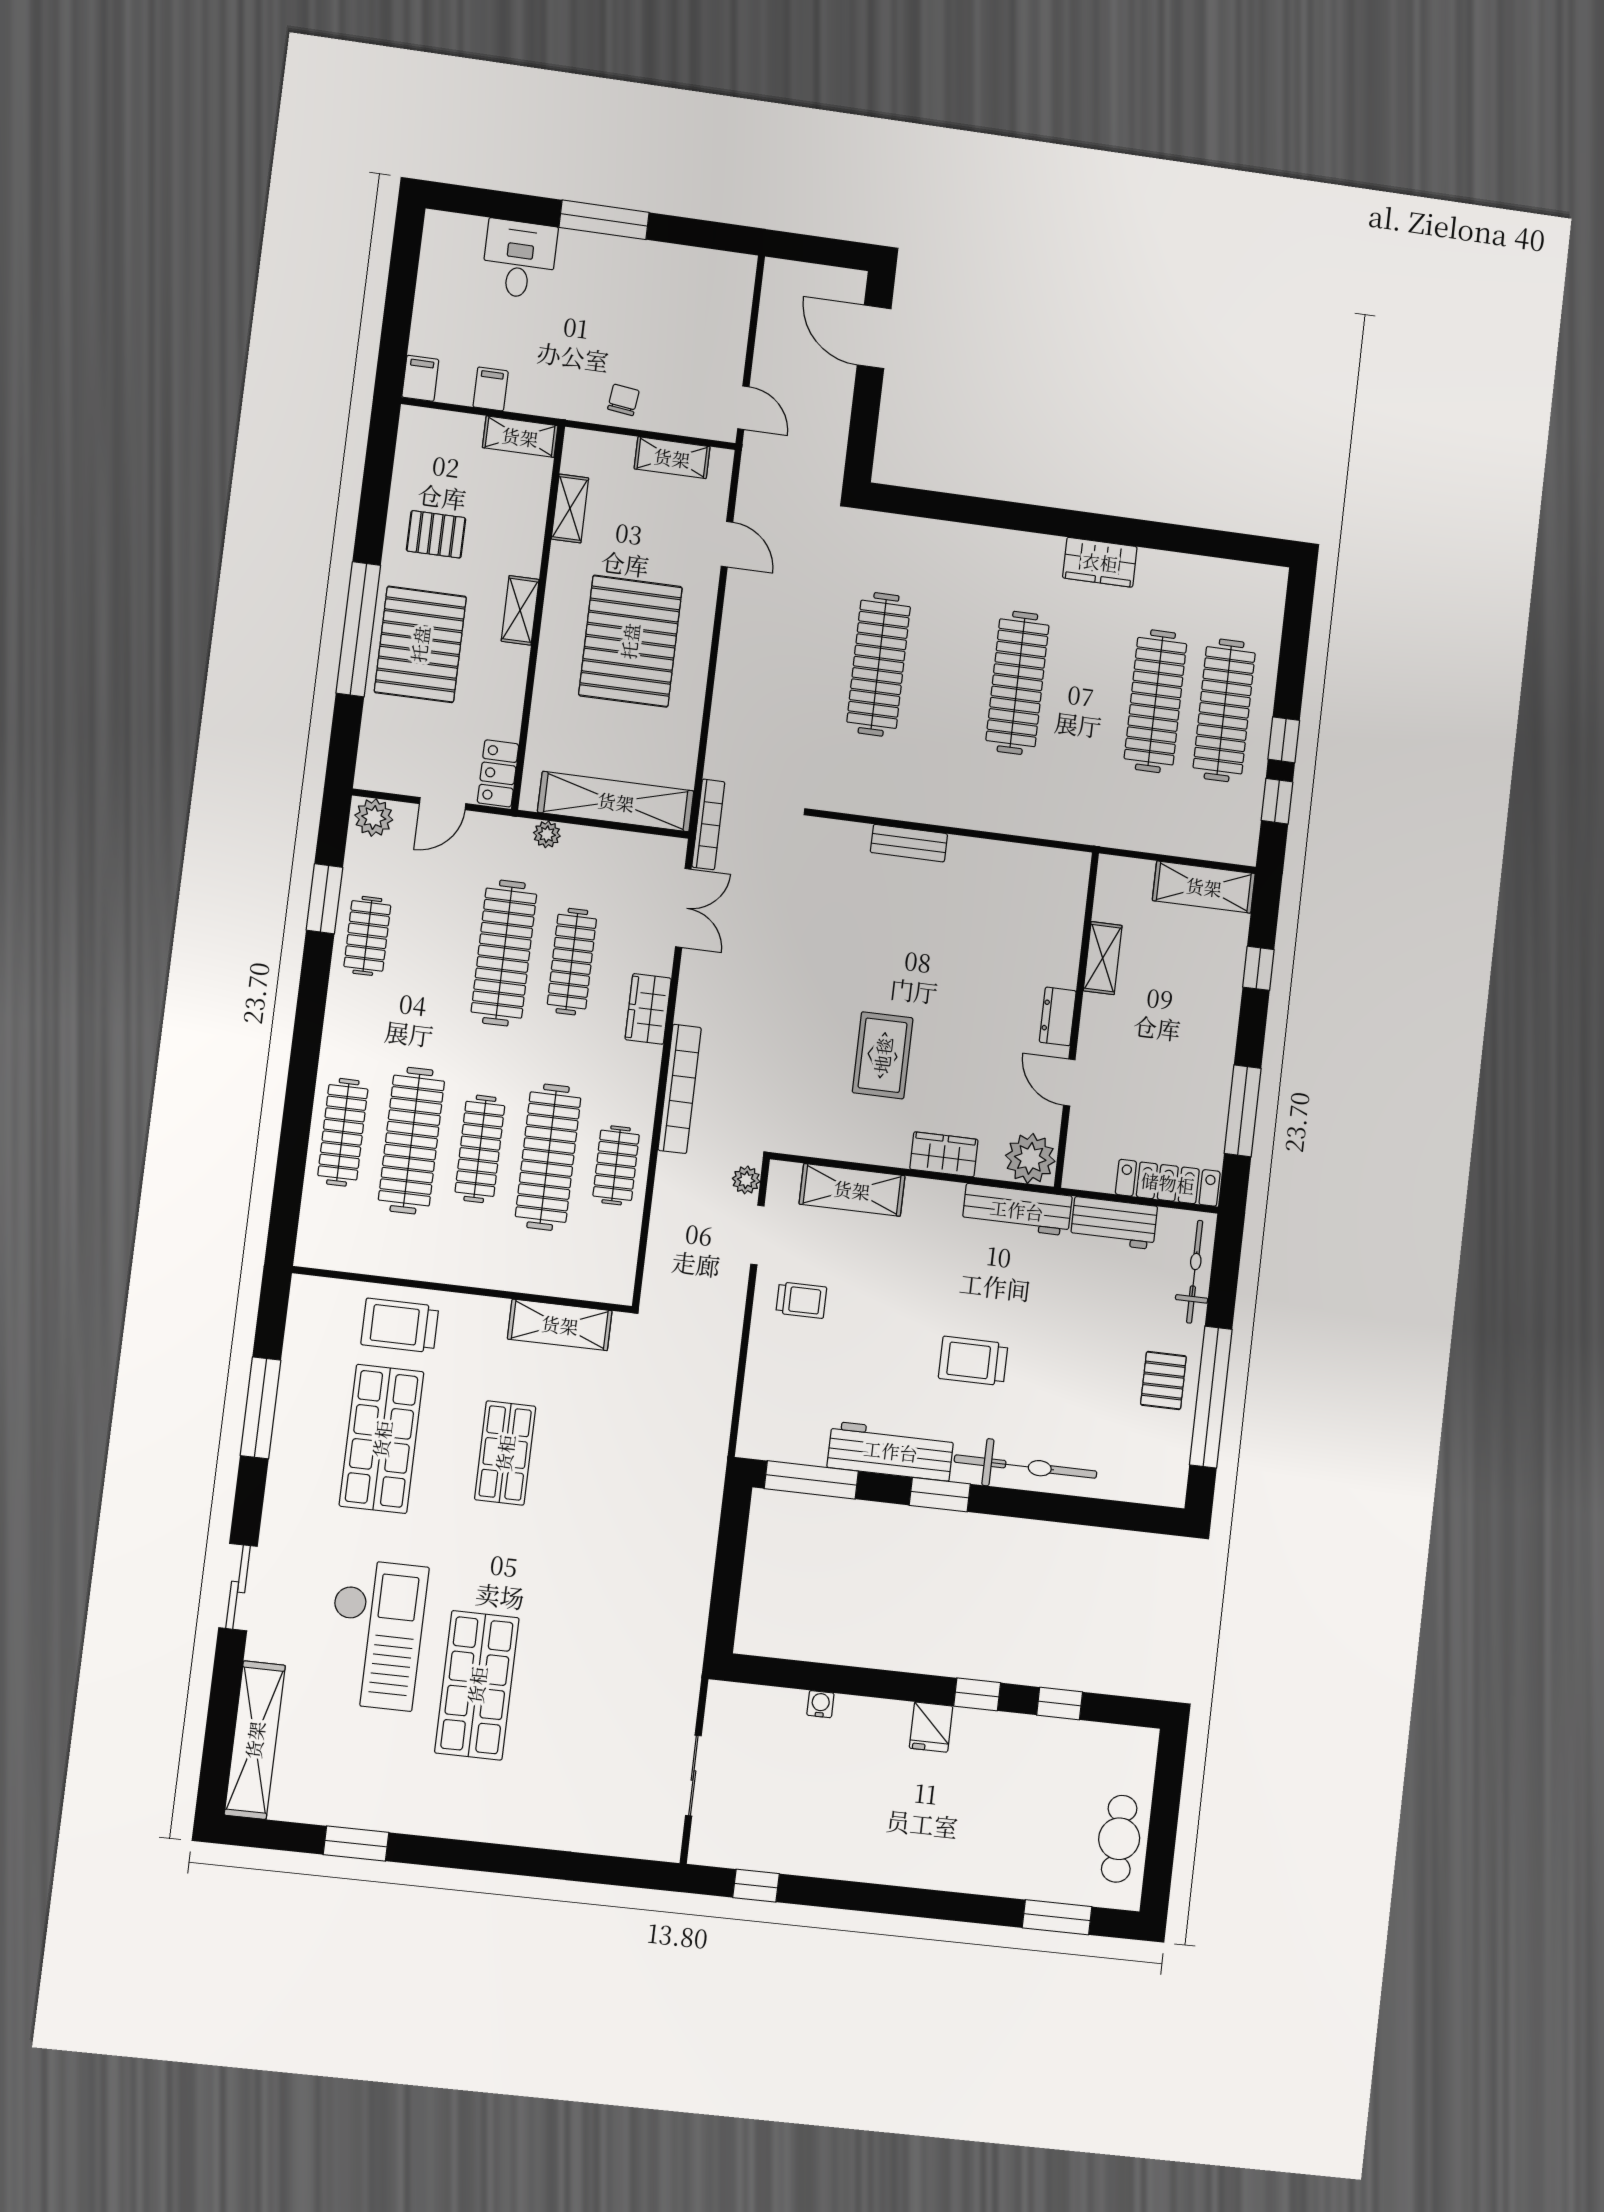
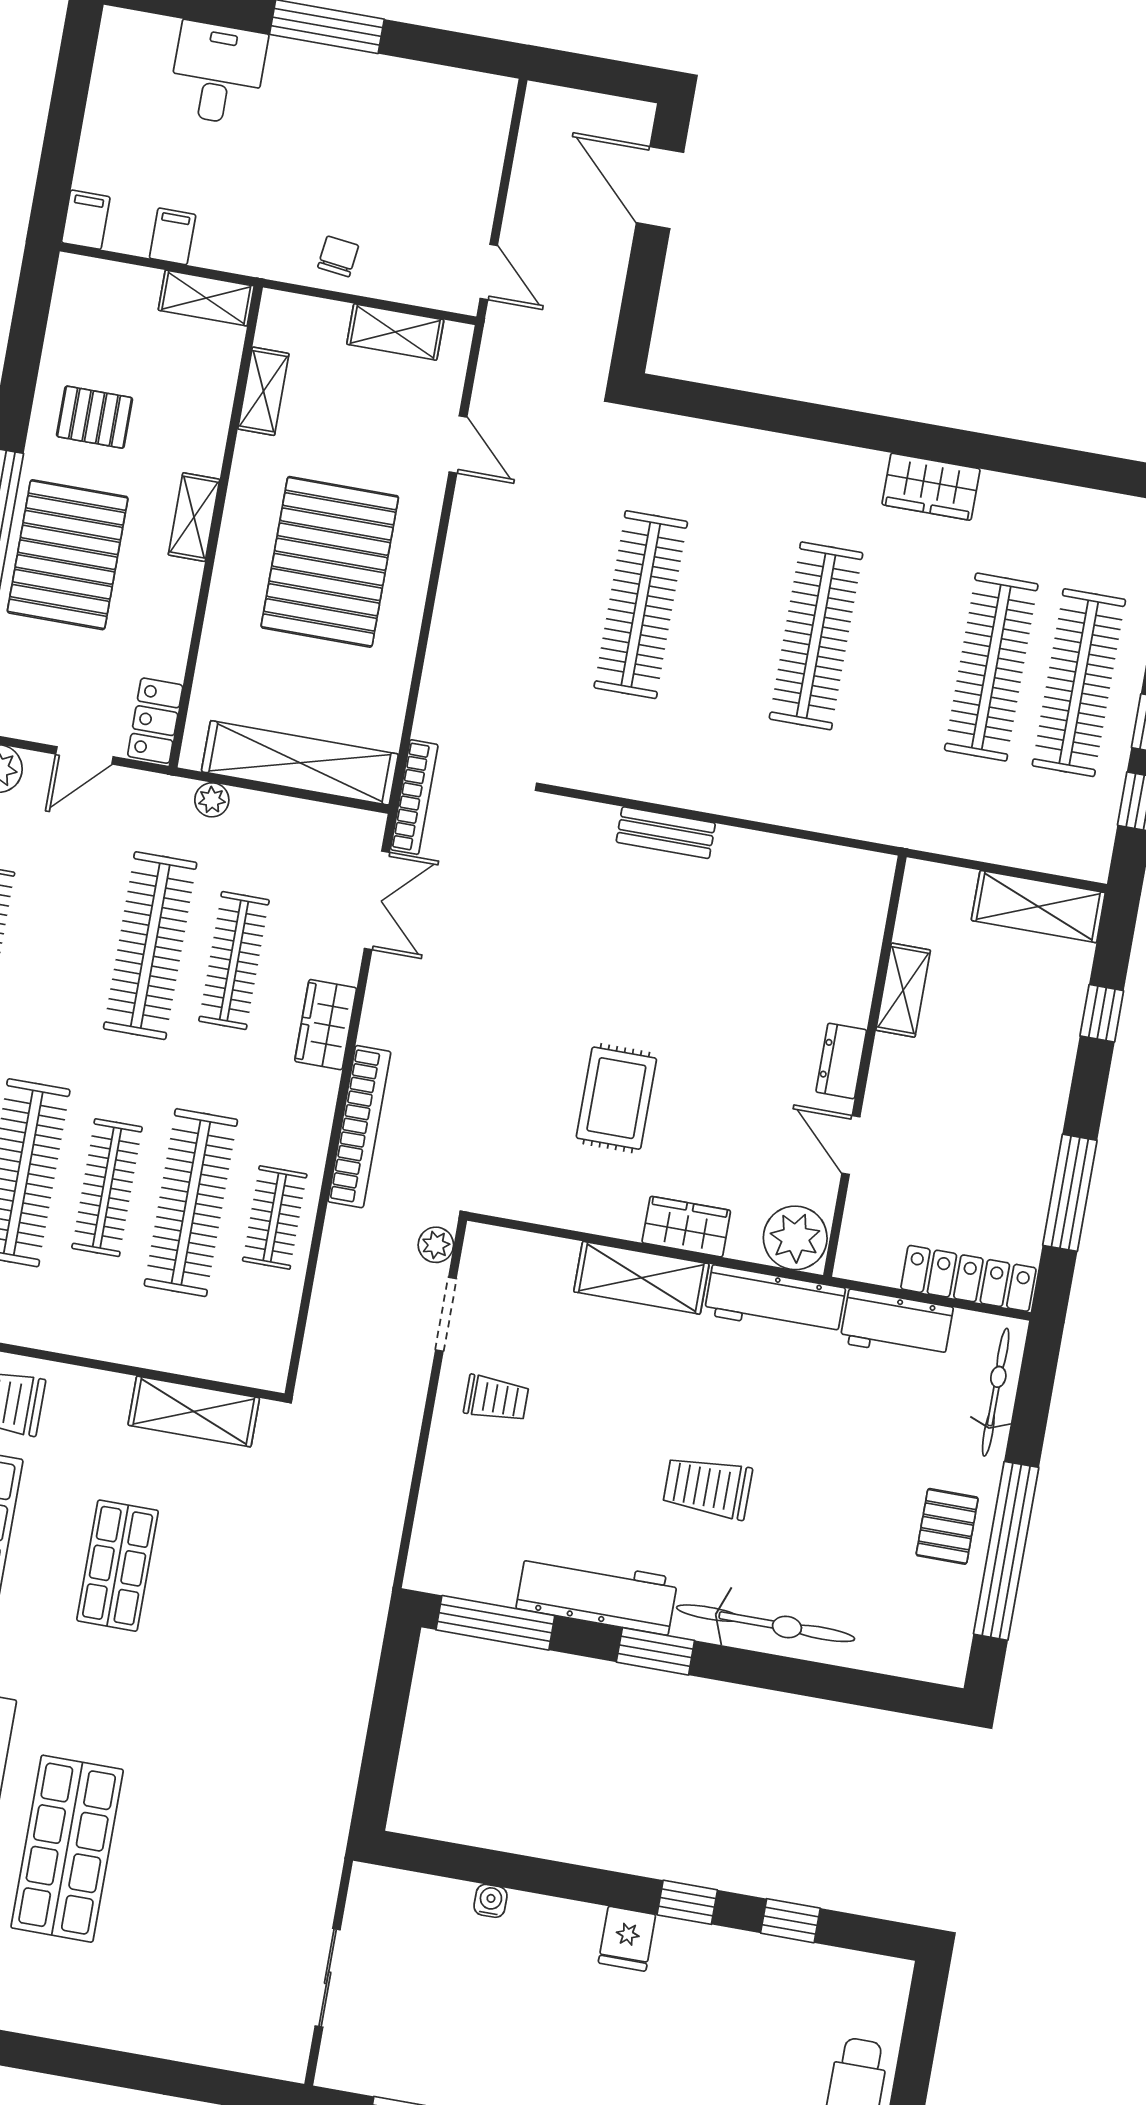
shelving: (852, 1190) -> (641, 1278), moved

